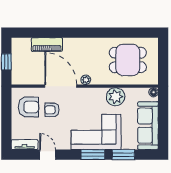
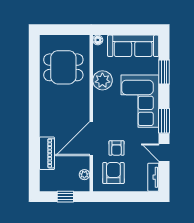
dining table: (128, 60) -> (63, 67), turned 90
plant: (86, 80) -> (84, 175), moved
door: (48, 155) -> (164, 153), hinge flipped
window: (93, 155) -> (164, 121), moved

